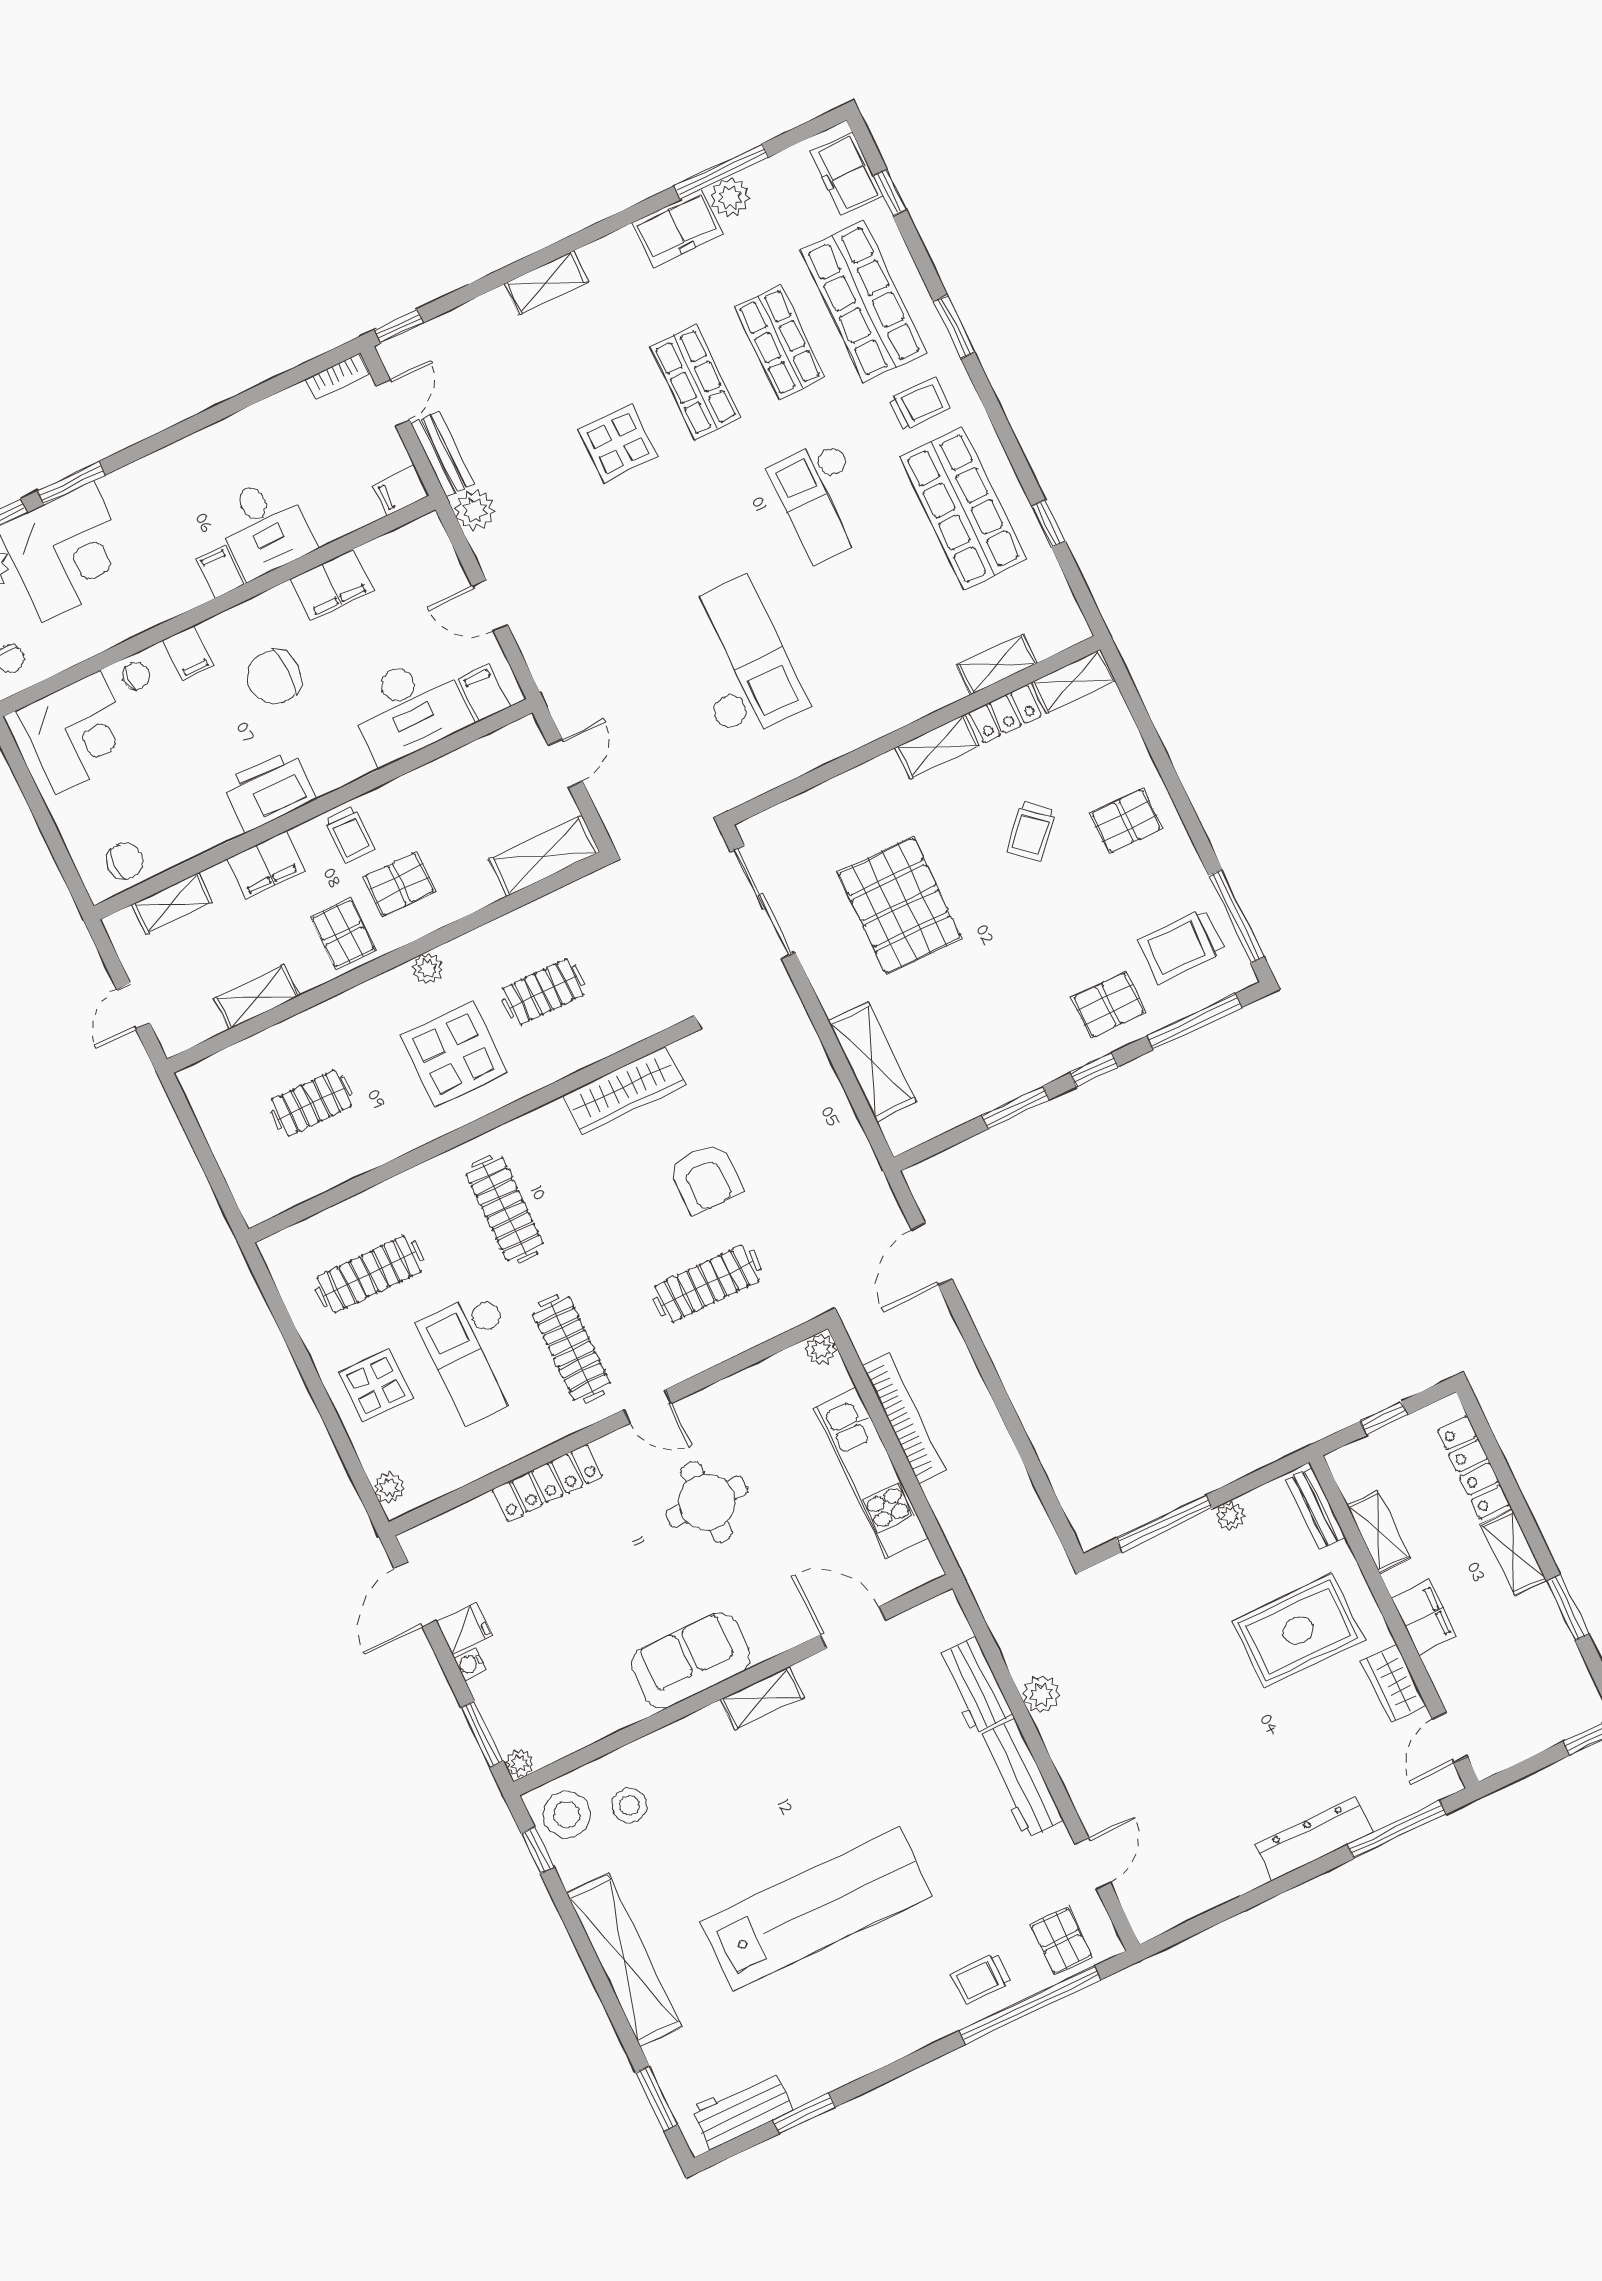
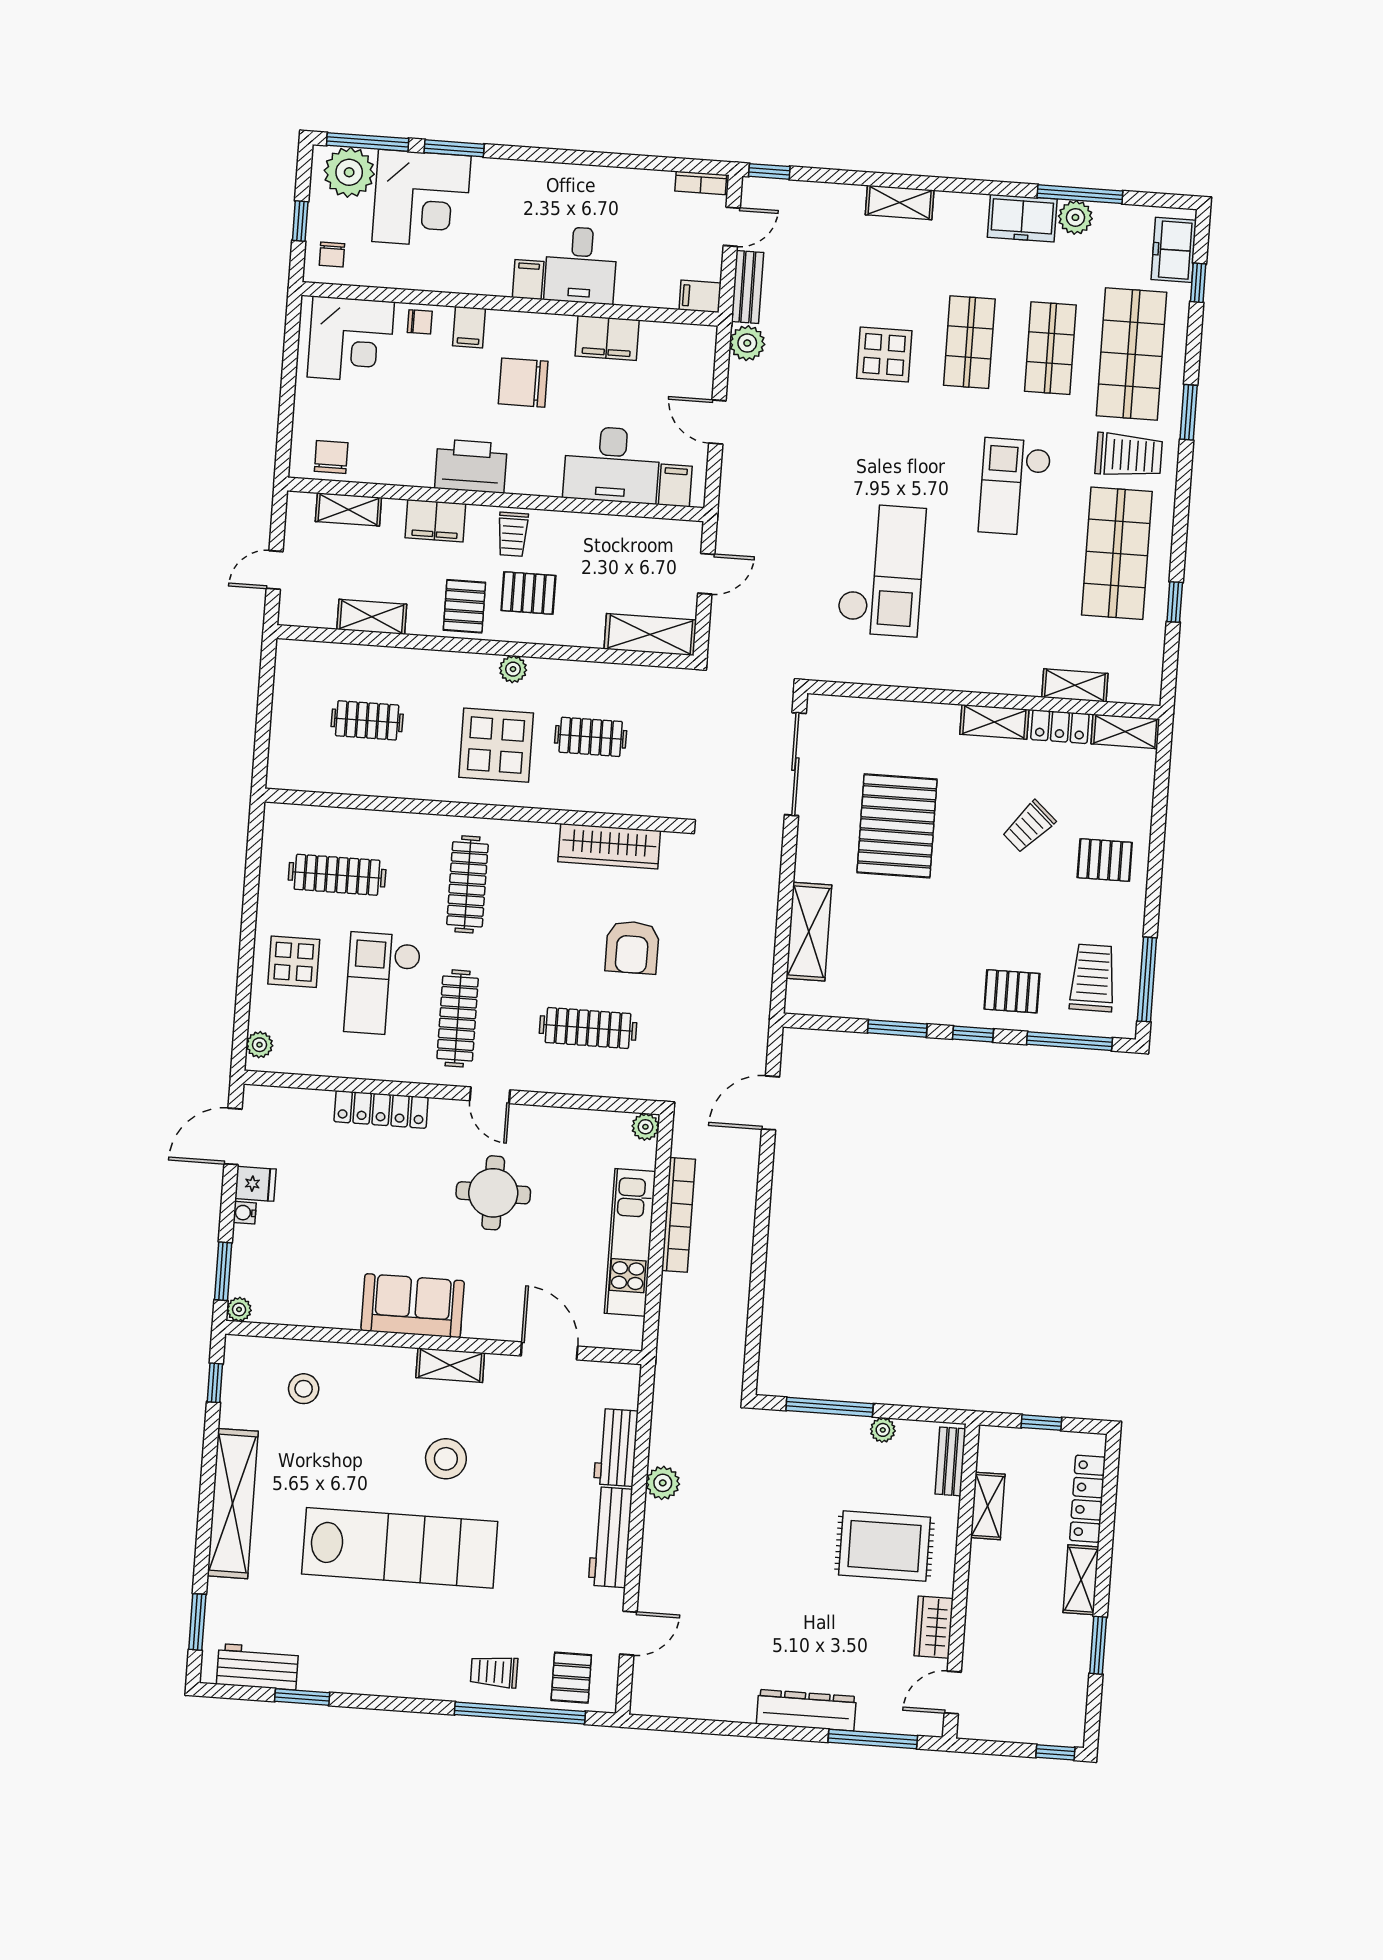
trolley: (919, 404) -> (1129, 455), width x1.36, depth x1.39
chair: (125, 861) -> (331, 457), turned -90
trolley: (1181, 945) -> (1093, 978), turned 90
filing cabinet: (1424, 1617) -> (985, 1590), removed
stool: (567, 1814) -> (446, 1459), moved

